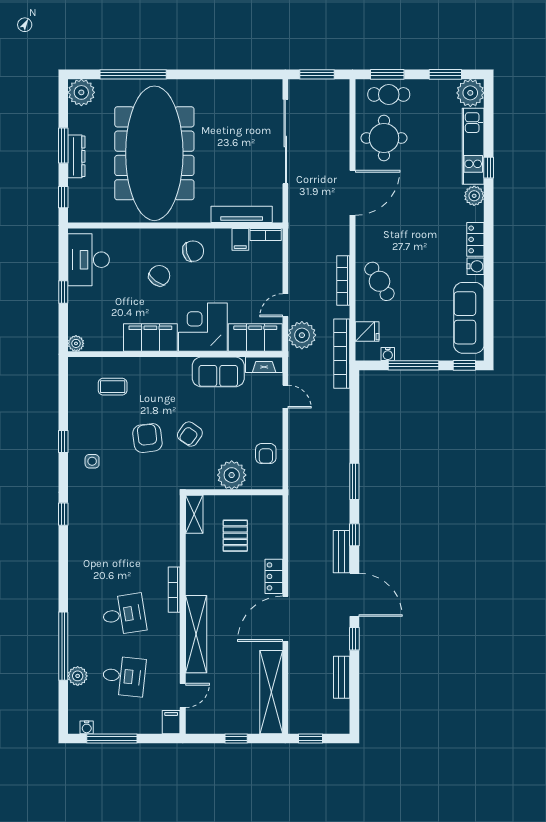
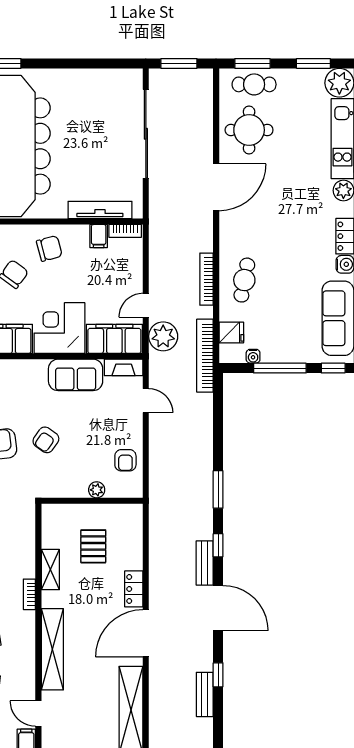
cafe table: (379, 281) -> (244, 280), turned 42
plant: (232, 475) -> (97, 490), width x0.53, depth x0.53
shelving: (194, 514) -> (50, 570), moved
bookcase: (174, 590) -> (29, 594), width x0.64
window: (354, 639) -> (218, 675), moved
door: (183, 695) -> (38, 714), swing flipped

